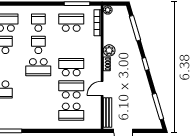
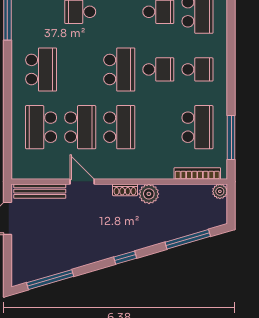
school desk: (38, 67) -> (119, 69), turned 180
school desk: (38, 112) -> (41, 69), added

